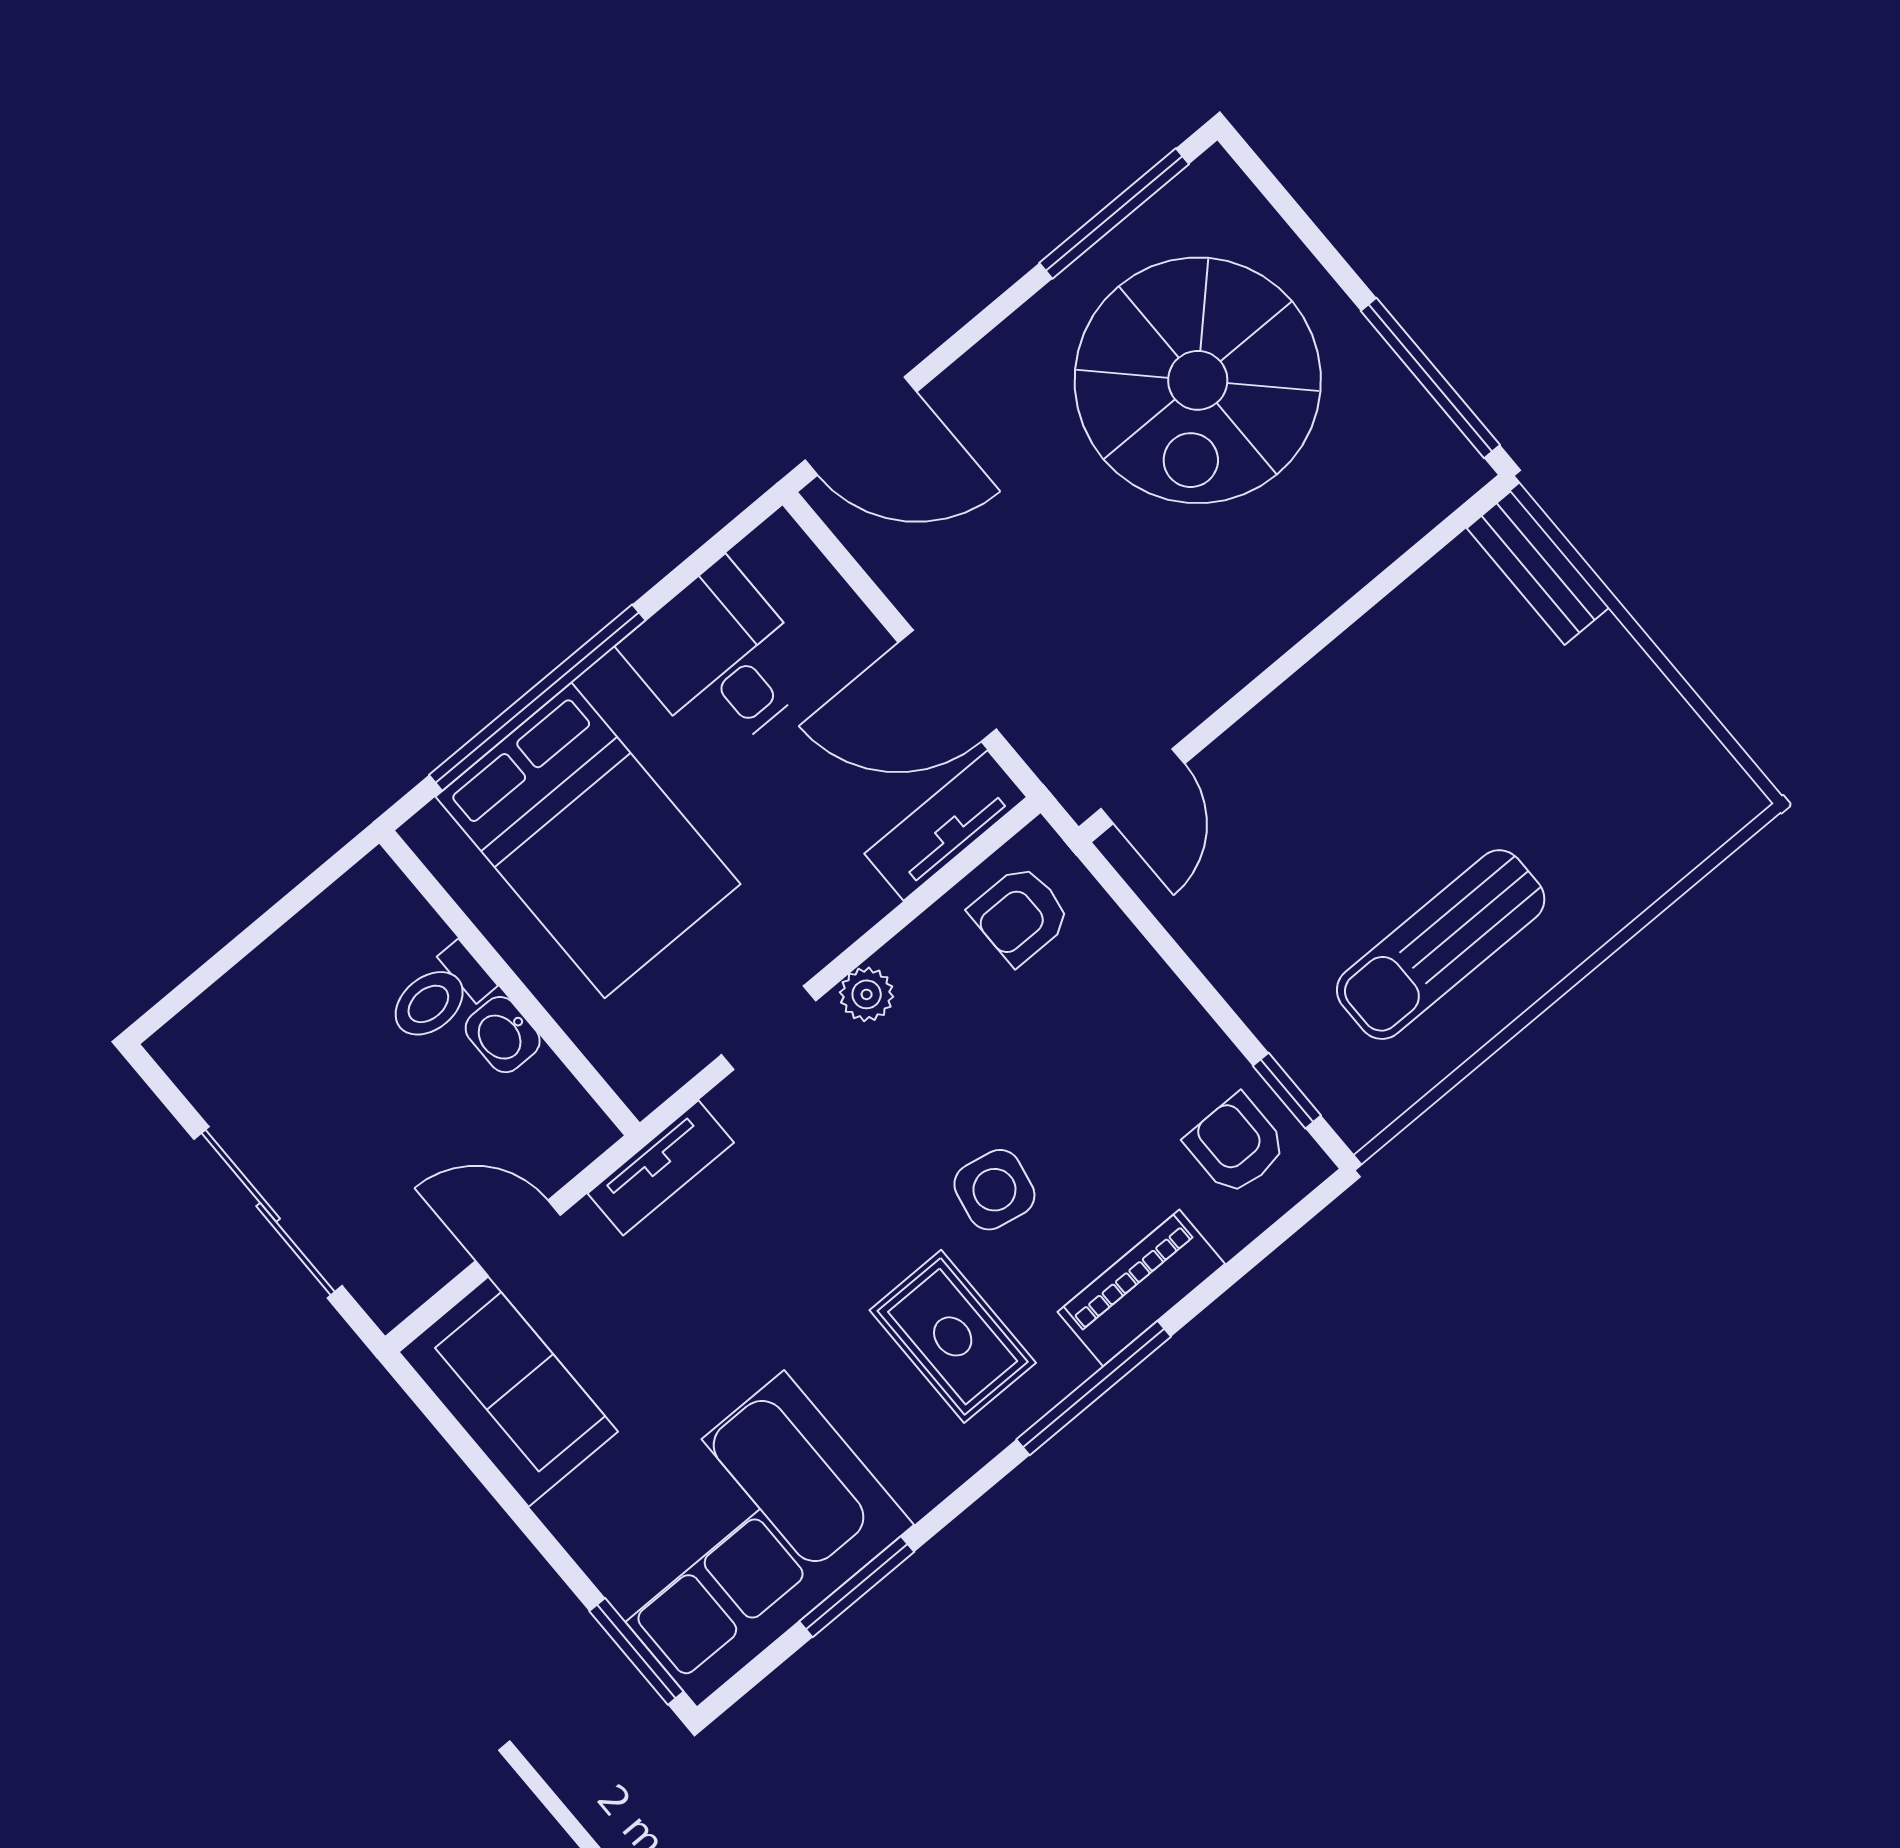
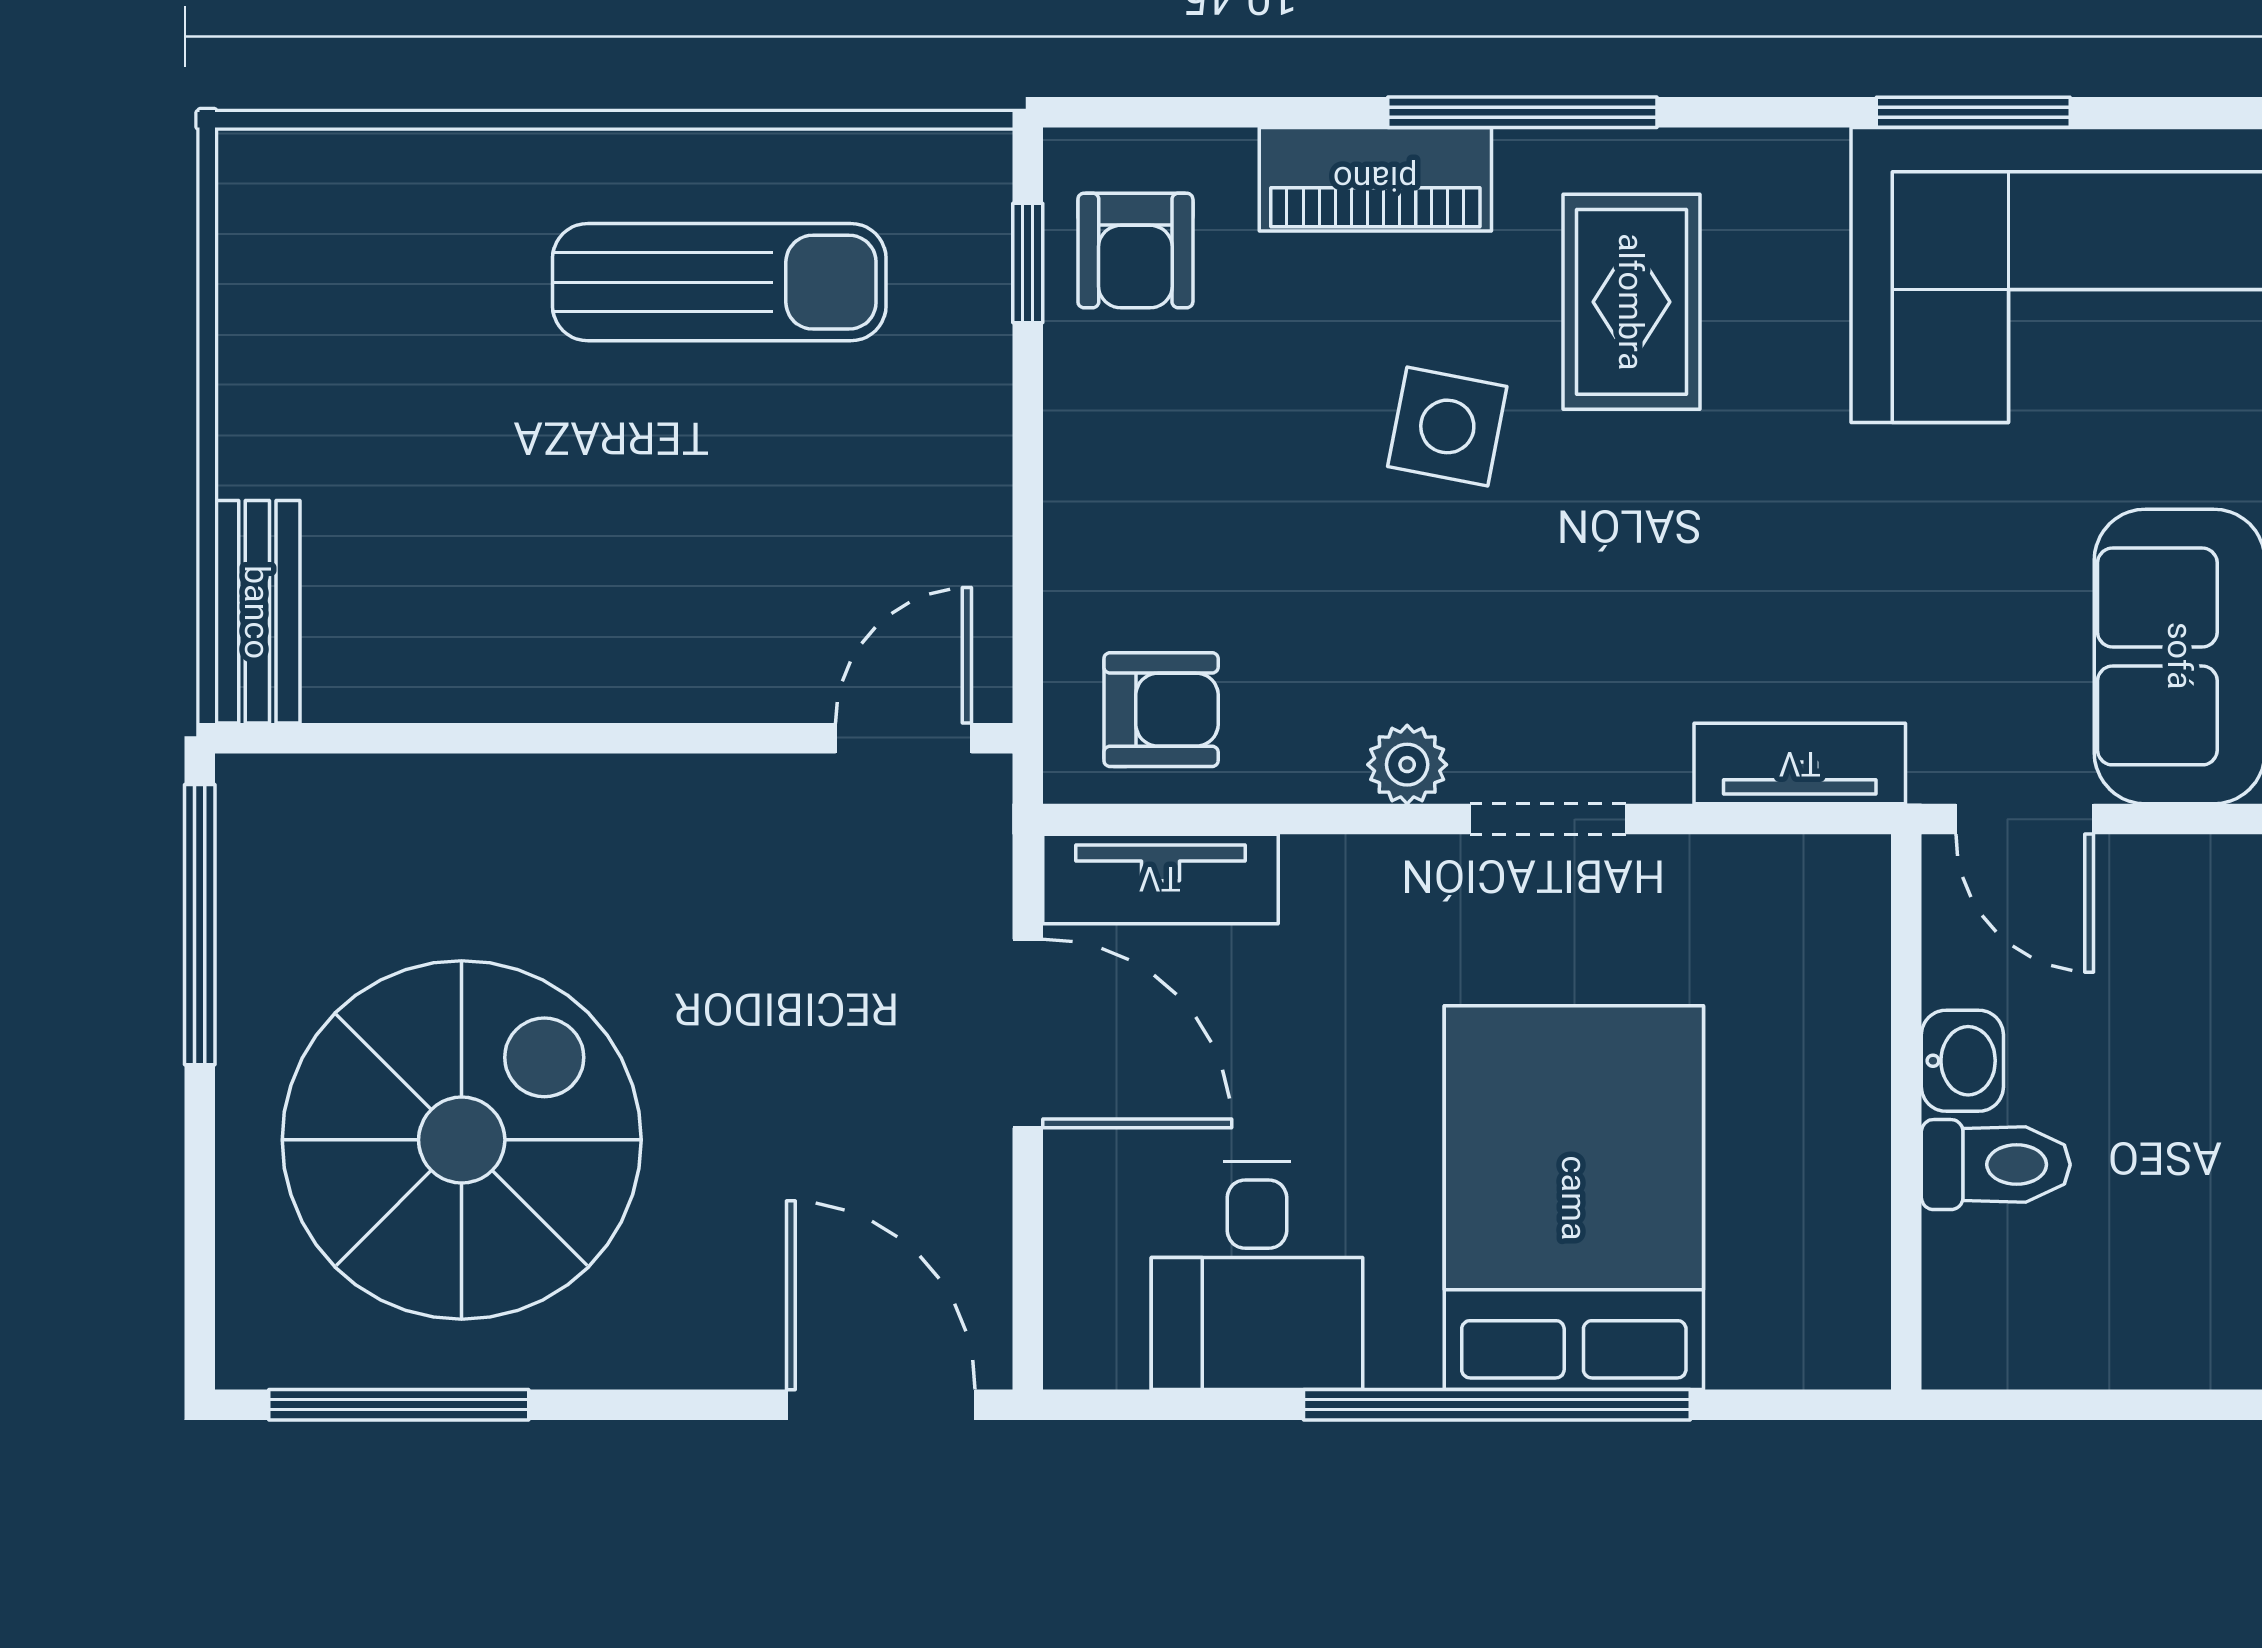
wall: (509, 983) -> (1906, 1112), moved
toilet: (439, 995) -> (1996, 1165), moved
washbasin: (503, 1035) -> (1962, 1061), moved

